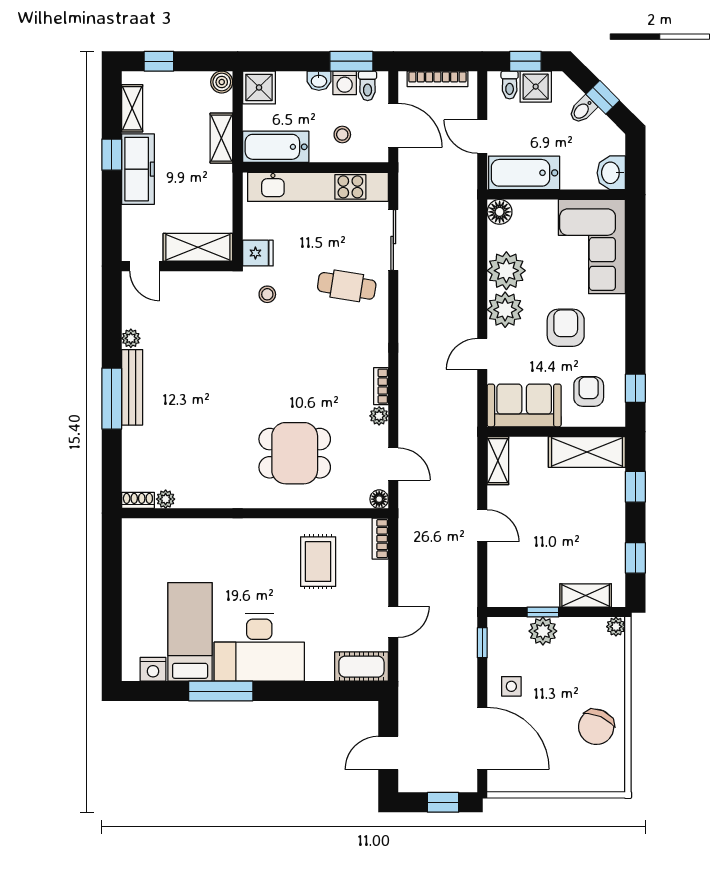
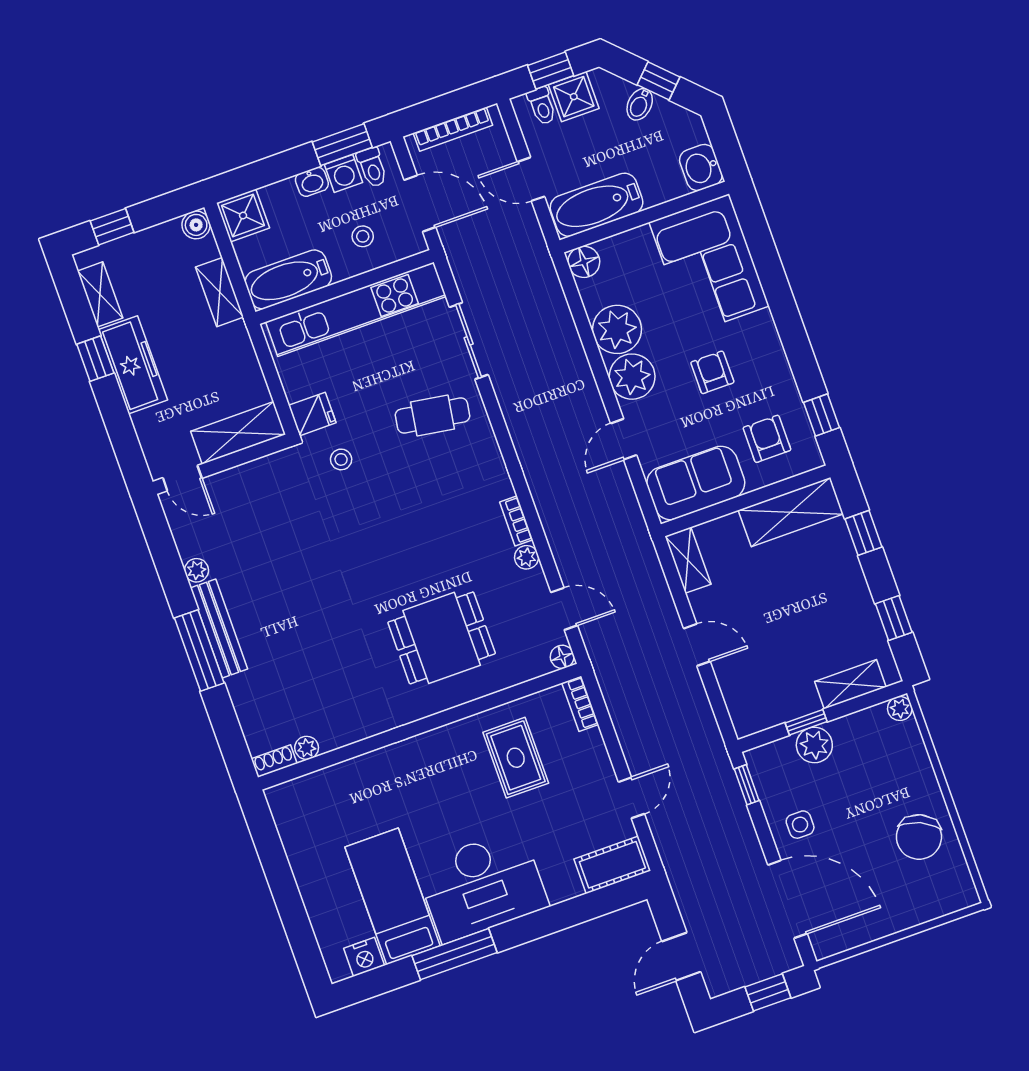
armchair: (566, 328) -> (712, 372), width x0.72, depth x0.72

